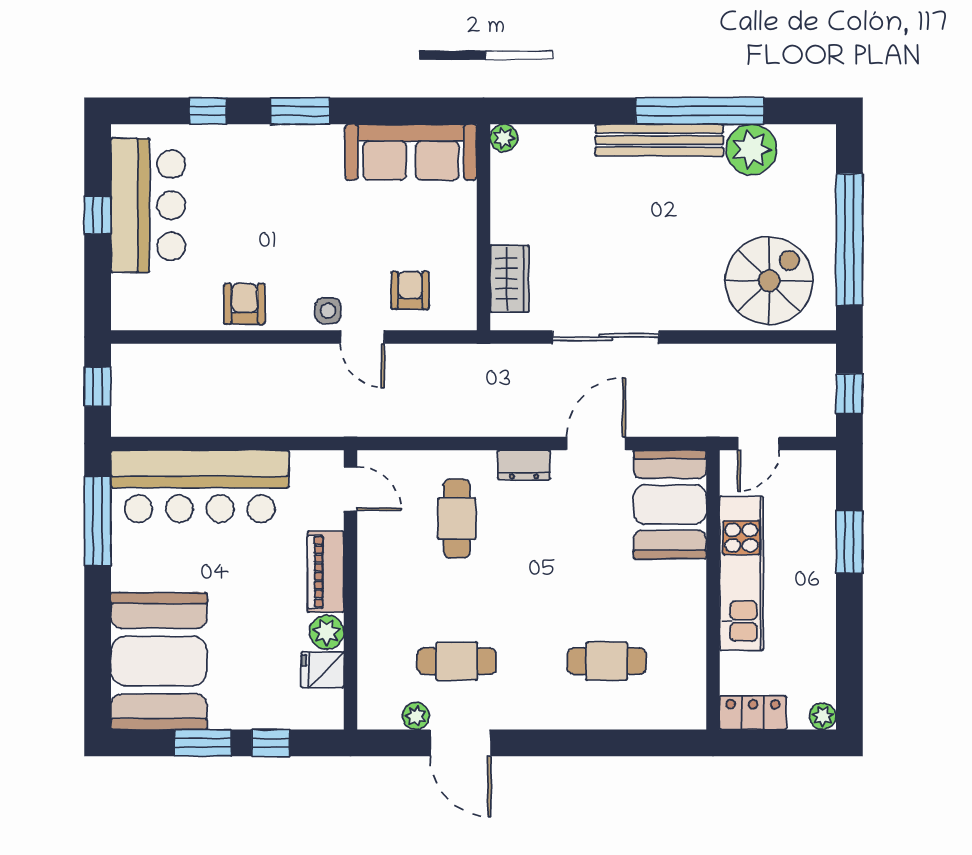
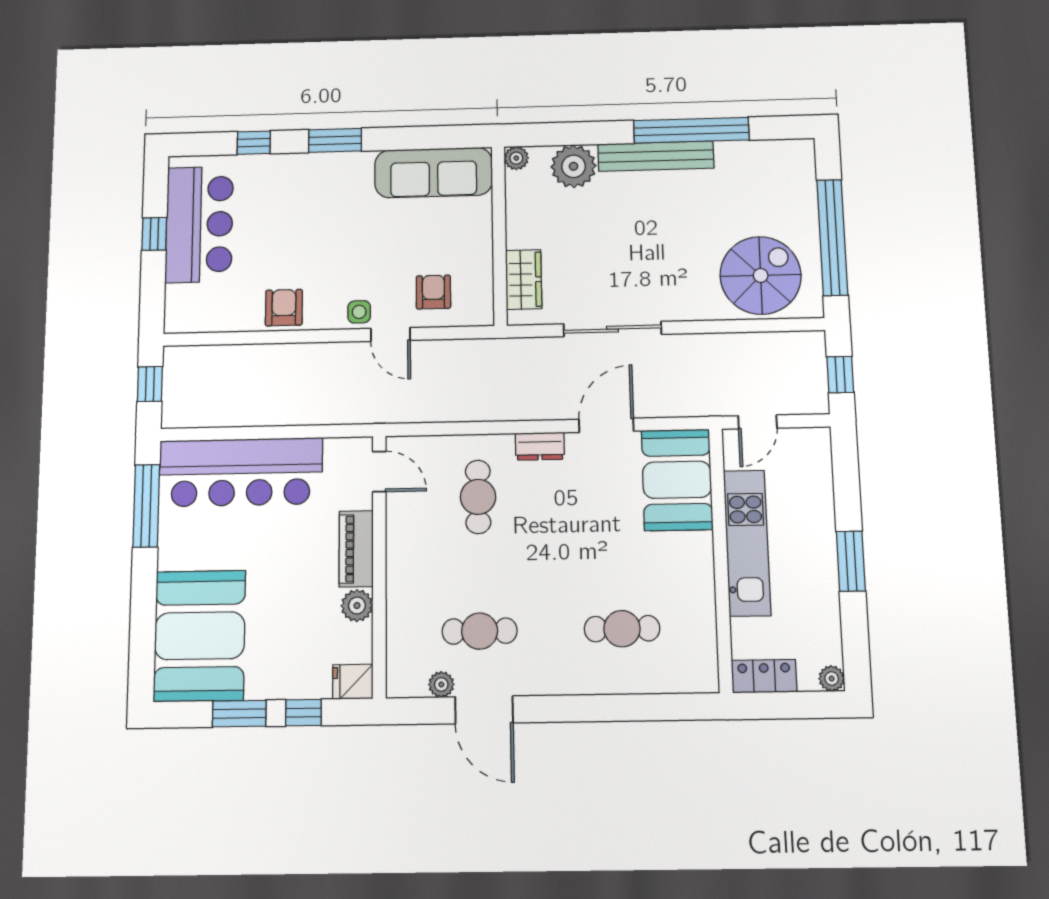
plant: (751, 149) -> (574, 166), moved
window: (849, 542) -> (851, 561), moved
fridge: (323, 670) -> (353, 682), moved

